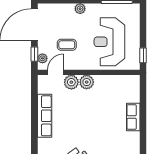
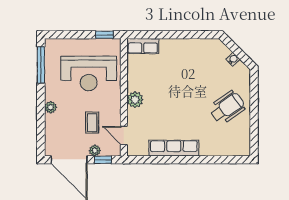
plant: (42, 58) -> (95, 151), moved
plant: (71, 82) -> (135, 117), removed
row of seats: (133, 117) -> (143, 46), moved

